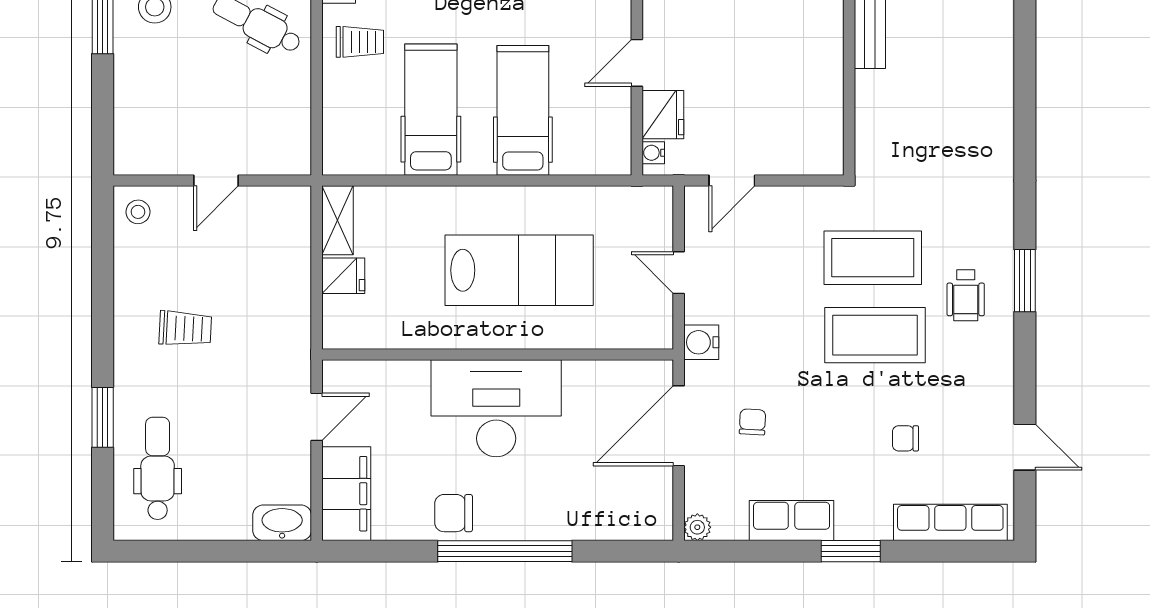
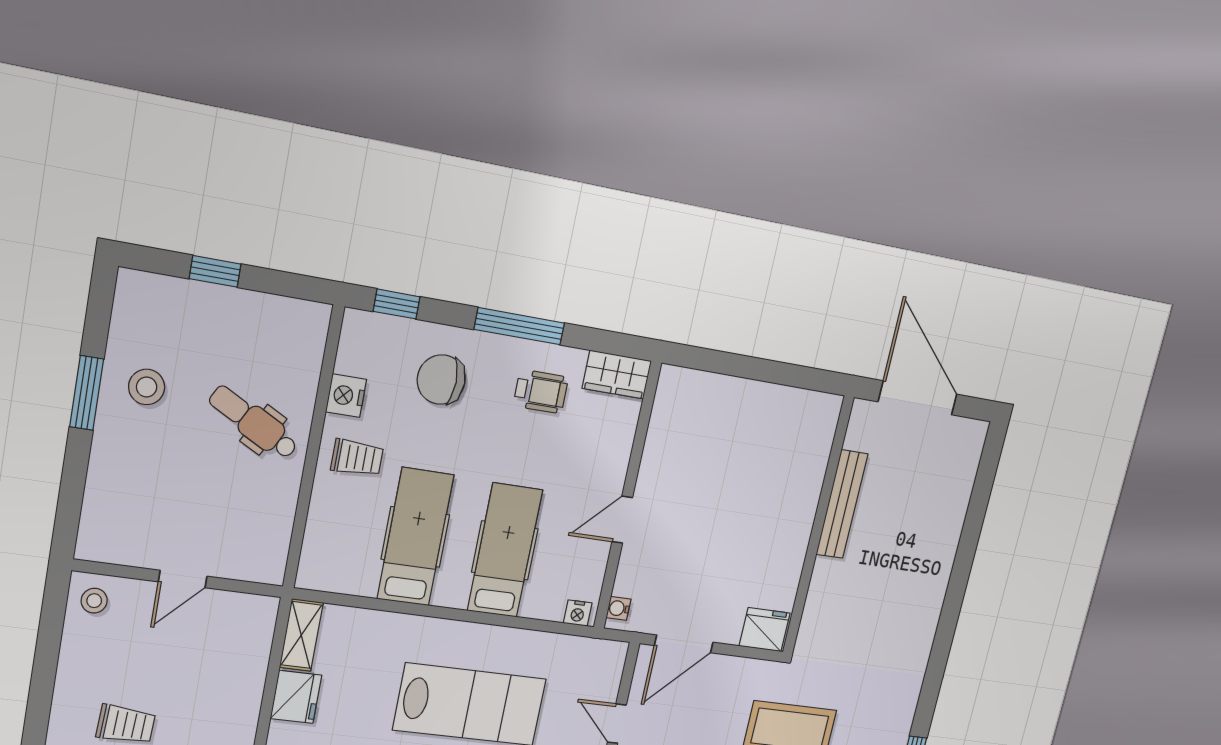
fridge: (663, 115) -> (765, 630), moved, turned -90
nightstand: (611, 163) -> (578, 613), added
door: (732, 180) -> (684, 644), width x1.38
fridge: (343, 276) -> (296, 697), width x1.38

